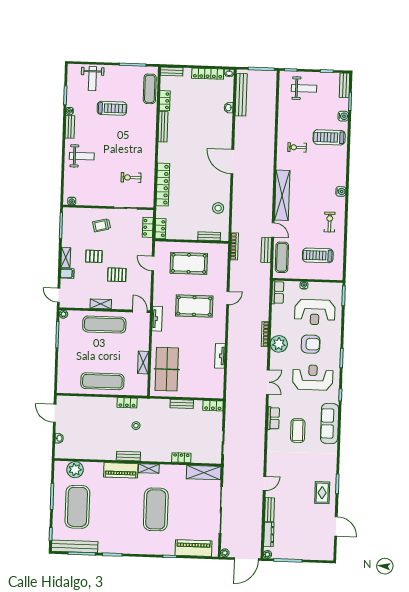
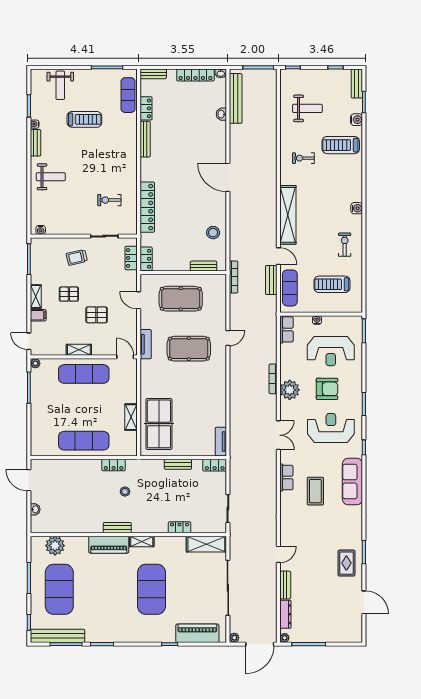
weight bench: (304, 88) -> (307, 108), moved
tv unit: (157, 319) -> (146, 344), moved
tv unit: (220, 356) -> (221, 442), moved

